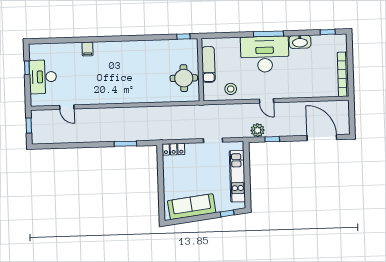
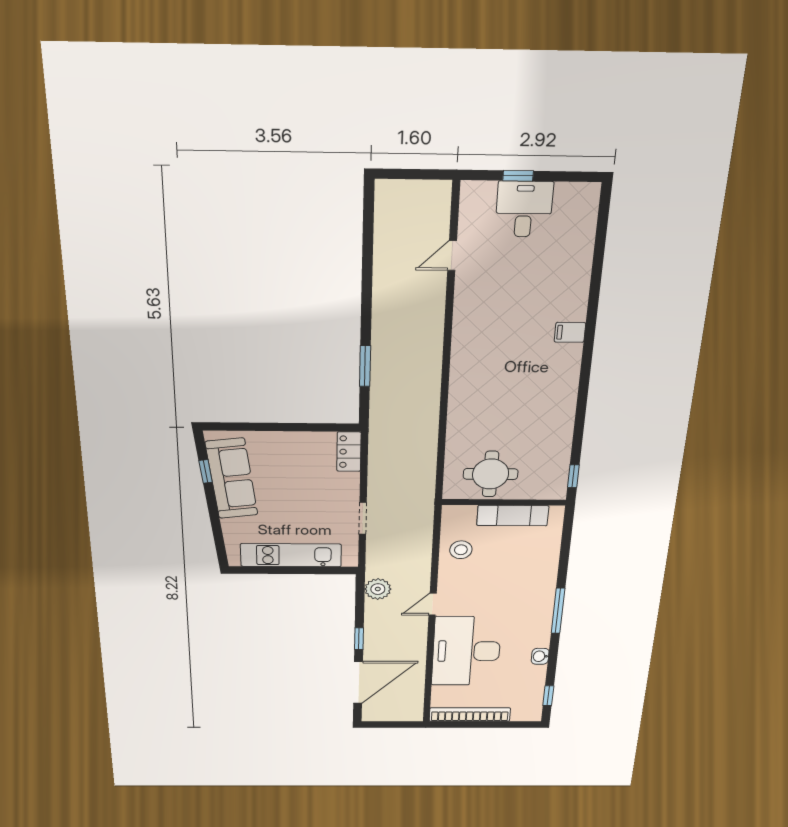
washbasin: (300, 42) -> (540, 656), width x0.52, depth x0.69
filing cabinet: (87, 49) -> (570, 332), moved
desk: (265, 54) -> (466, 651), moved, turned 180
window: (27, 68) -> (518, 176), moved
desk: (43, 77) -> (524, 209), width x0.73
window: (29, 125) -> (418, 174), removed
window: (272, 139) -> (359, 639), moved
window: (227, 213) -> (206, 471), moved

